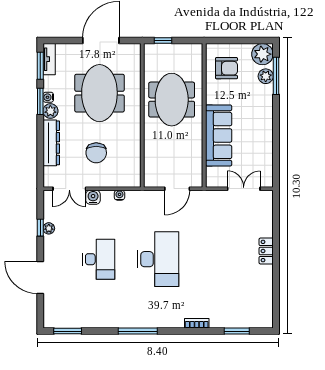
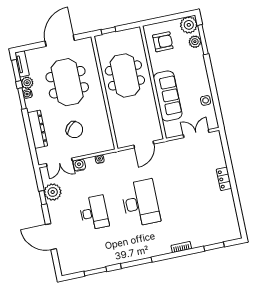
plant: (50, 111) -> (27, 83), moved
side table: (264, 151) -> (206, 100), added
chair: (96, 153) -> (74, 130), turned -47
plant: (49, 228) -> (53, 192), width x1.87, depth x1.87
window: (68, 331) -> (95, 271), moved

